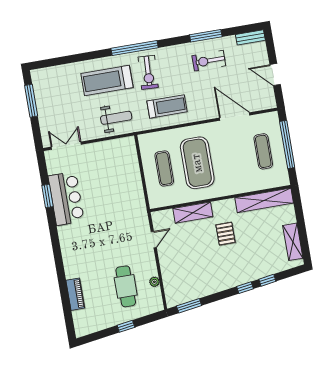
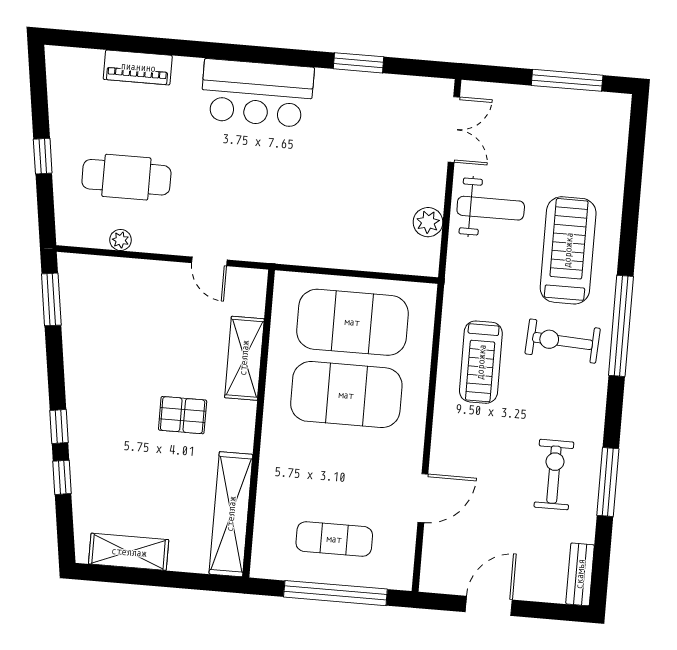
door: (235, 116) -> (423, 498), width x0.73
weight bench: (116, 118) -> (491, 208), moved, turned -90
plant: (111, 146) -> (428, 222), added
exercise mat: (164, 168) -> (352, 322), width x2.00, depth x1.45
bar counter: (66, 199) -> (257, 93), moved

